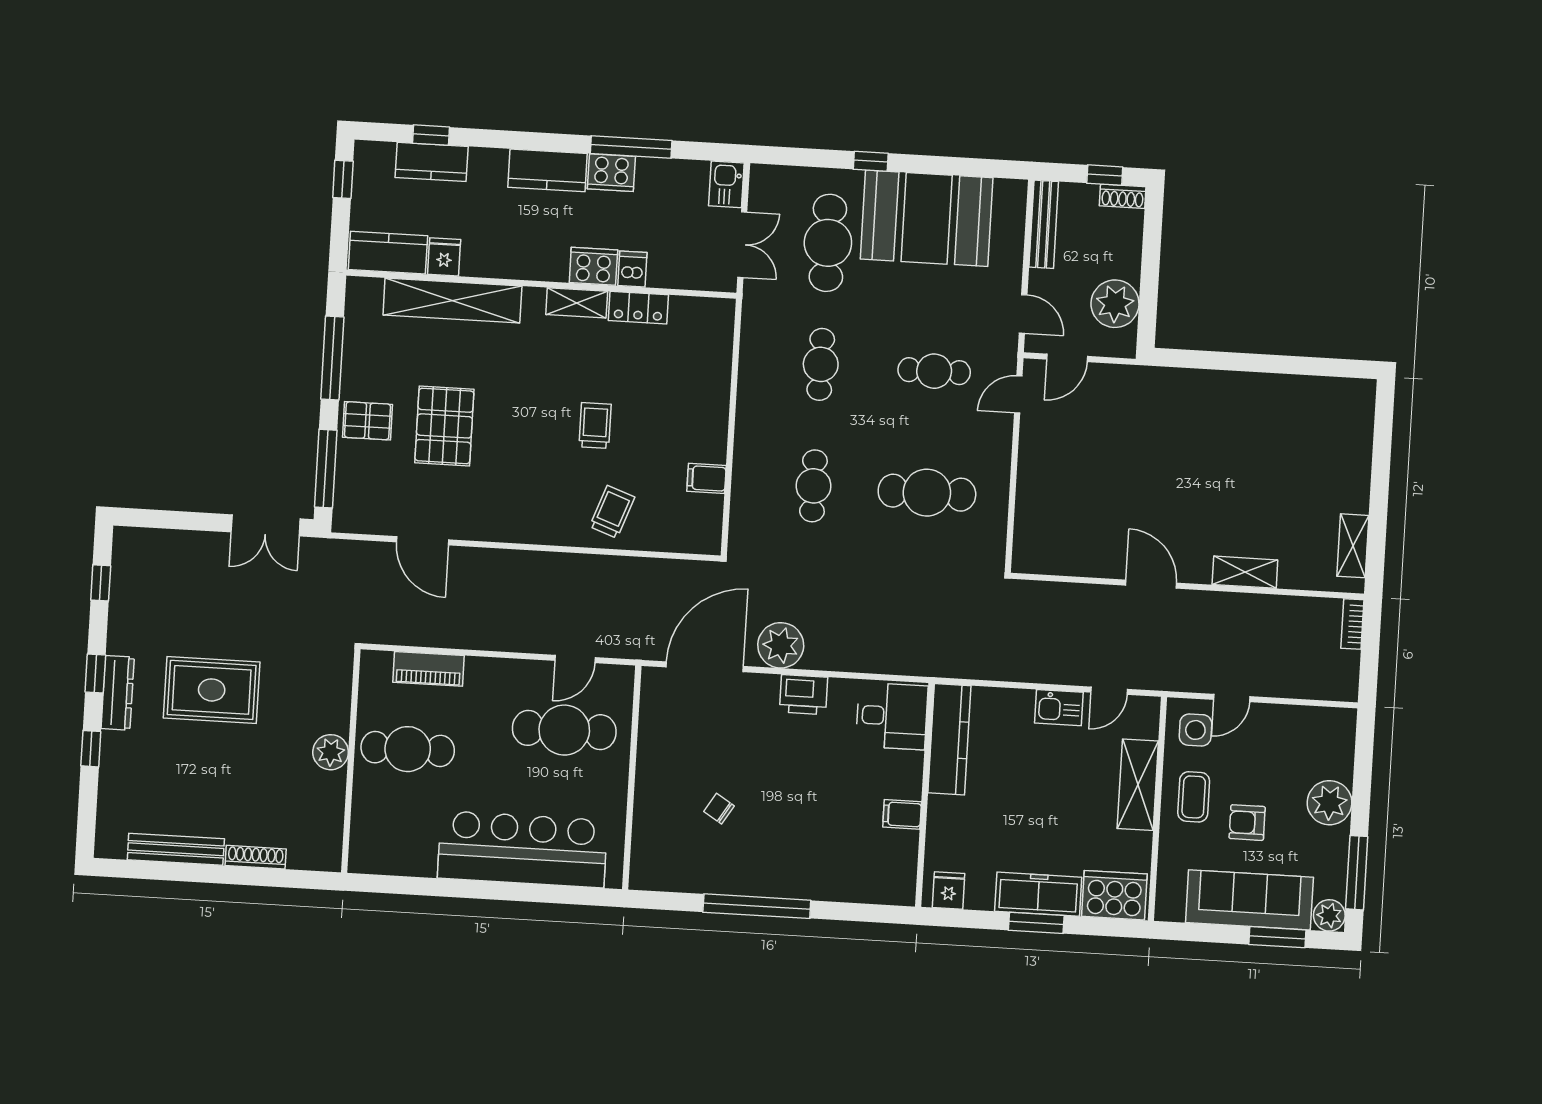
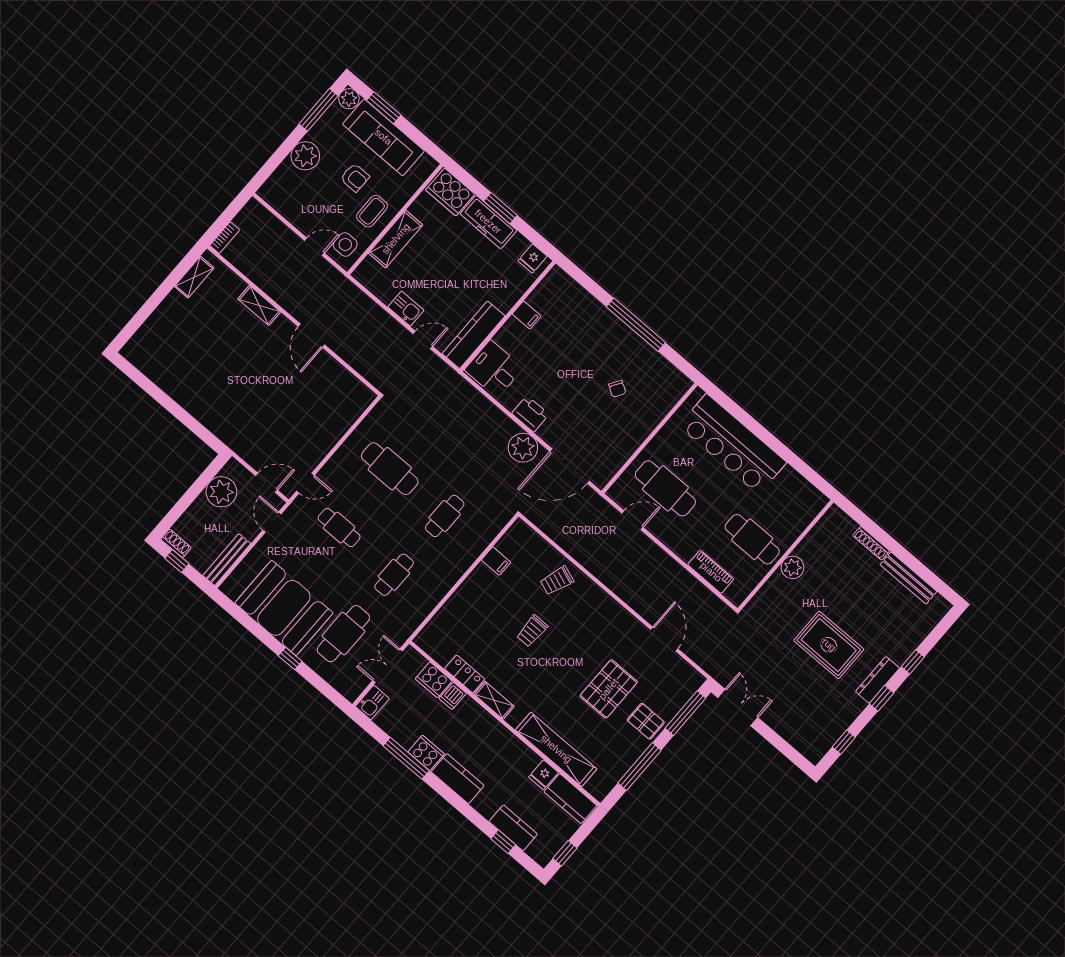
cooker: (593, 266) -> (434, 680), moved
door: (1109, 691) -> (423, 340), moved

